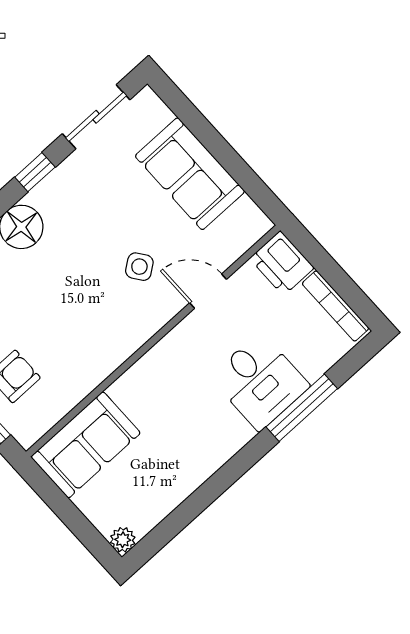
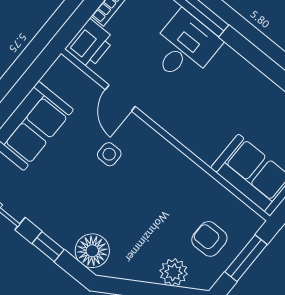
side table: (139, 267) -> (109, 154), turned 36

